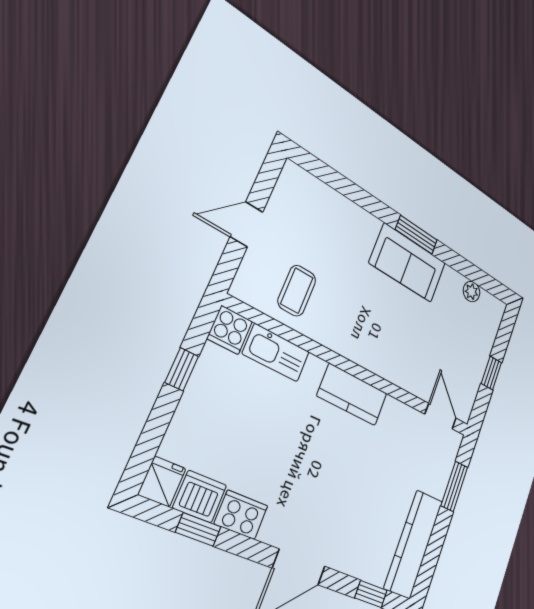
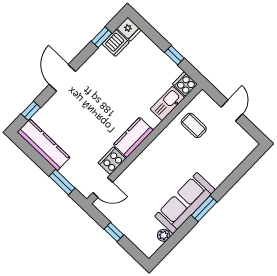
sofa: (408, 263) -> (185, 203), width x1.36
cooker: (241, 515) -> (112, 161), moved, turned 180

